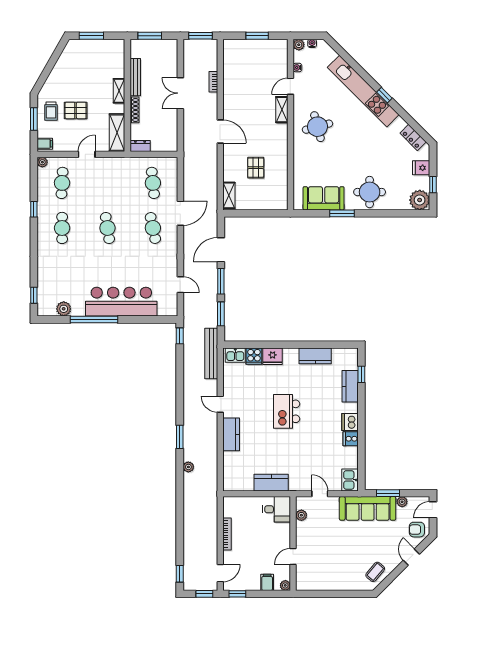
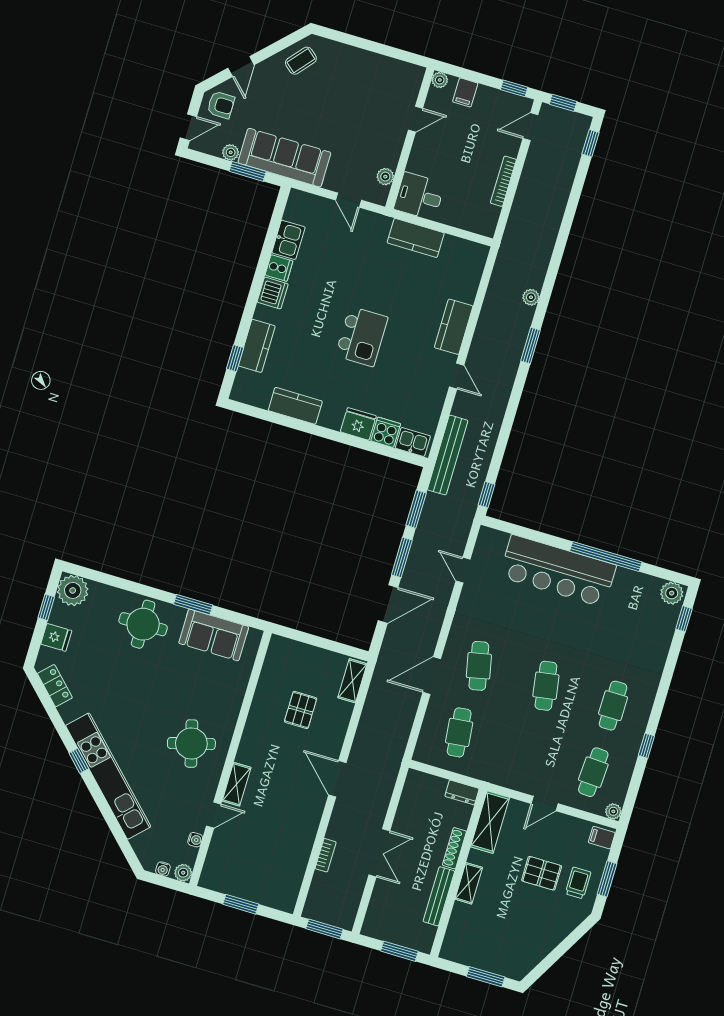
plant: (64, 309) -> (672, 593), moved
kitchen sink: (350, 480) -> (288, 240), moved

